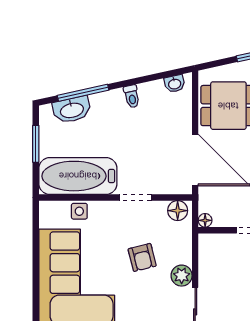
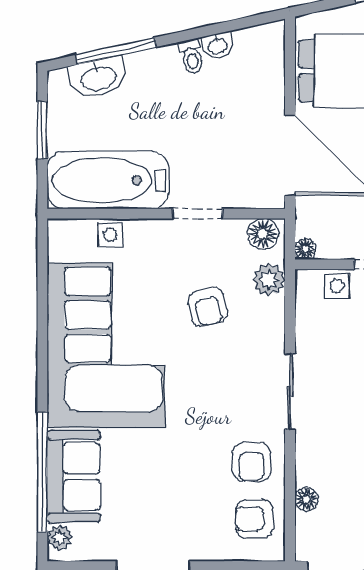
washbasin: (175, 84) -> (218, 46), moved
side table: (225, 244) -> (337, 286), added
plant: (182, 276) -> (269, 280), moved

